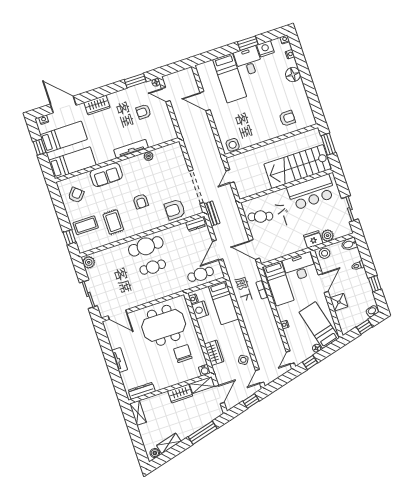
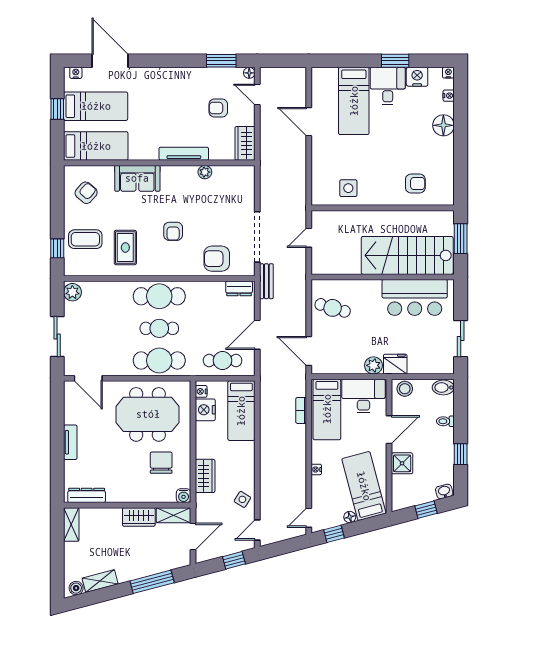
wardrobe: (97, 105) -> (245, 143), moved, turned 90
side table: (233, 145) -> (348, 188), moved
plant: (327, 236) -> (373, 365), moved
cafe table: (160, 288) -> (159, 360), added

